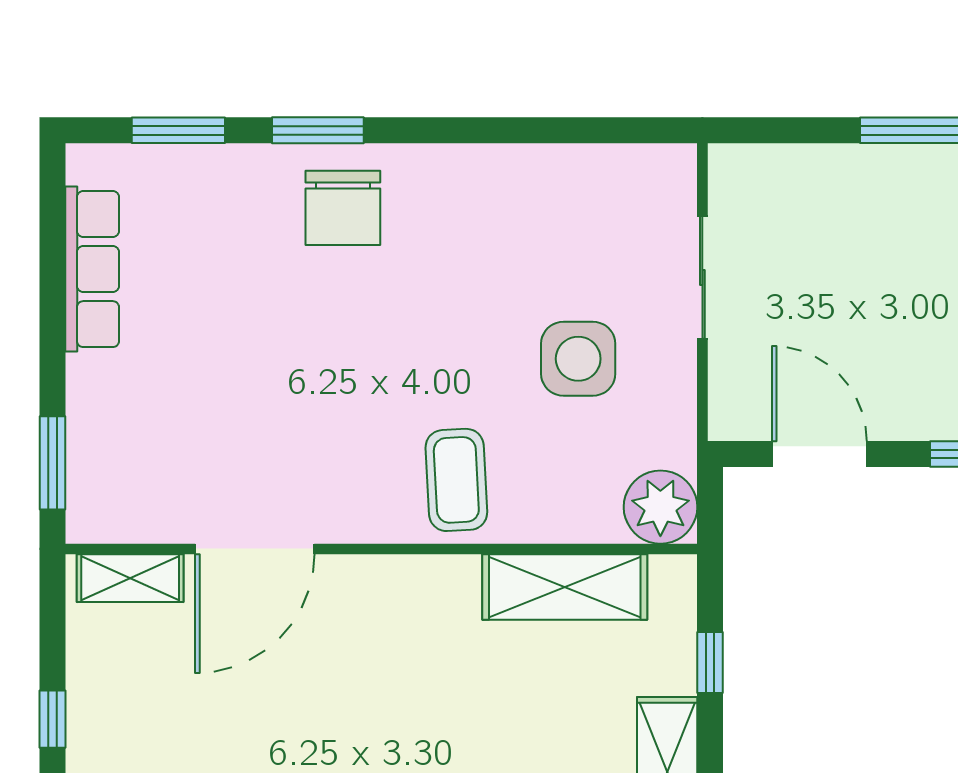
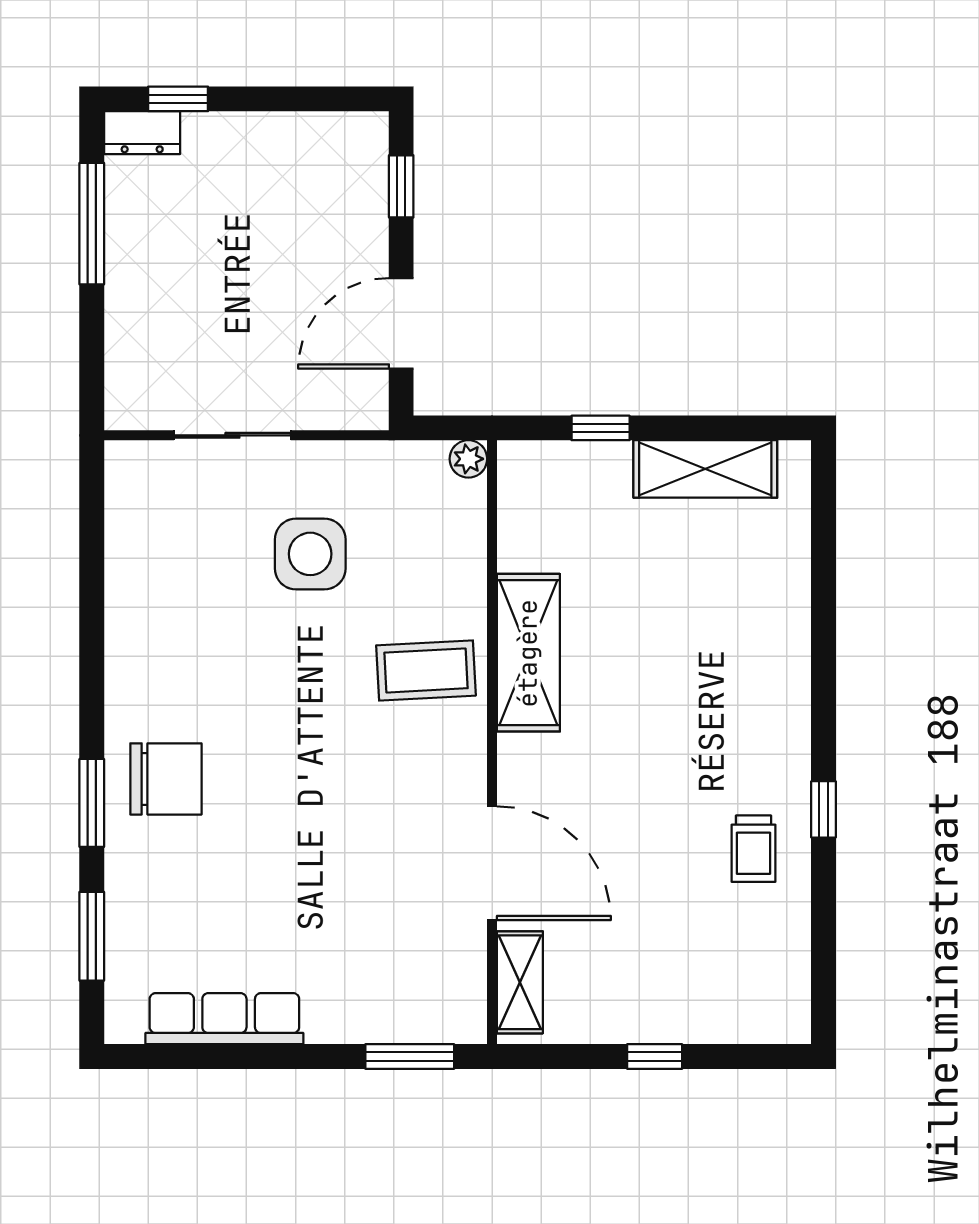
plant: (660, 507) -> (468, 459), width x0.53, depth x0.53
shelving: (565, 587) -> (528, 653), moved

